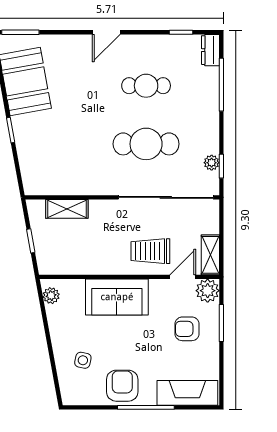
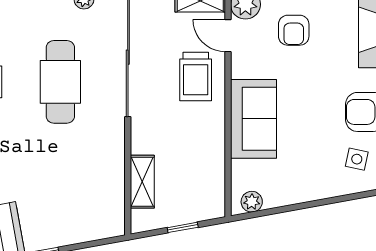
side table: (83, 360) -> (357, 159), moved

